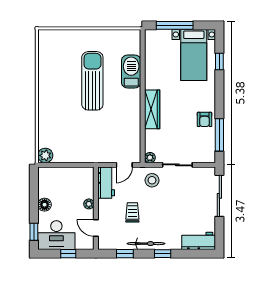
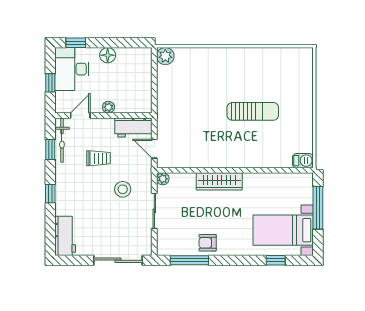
barbecue: (131, 72) -> (303, 161), moved, width x0.53, depth x0.65
sun lounger: (92, 81) -> (253, 111), width x0.73, depth x0.75
stool: (152, 180) -> (123, 189), moved
bicycle: (146, 244) -> (62, 140), moved

